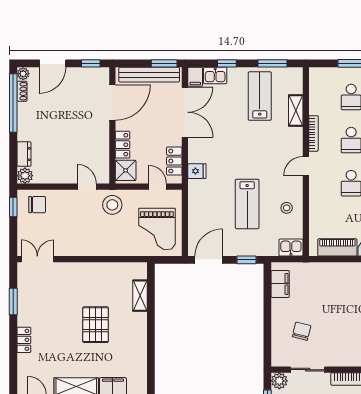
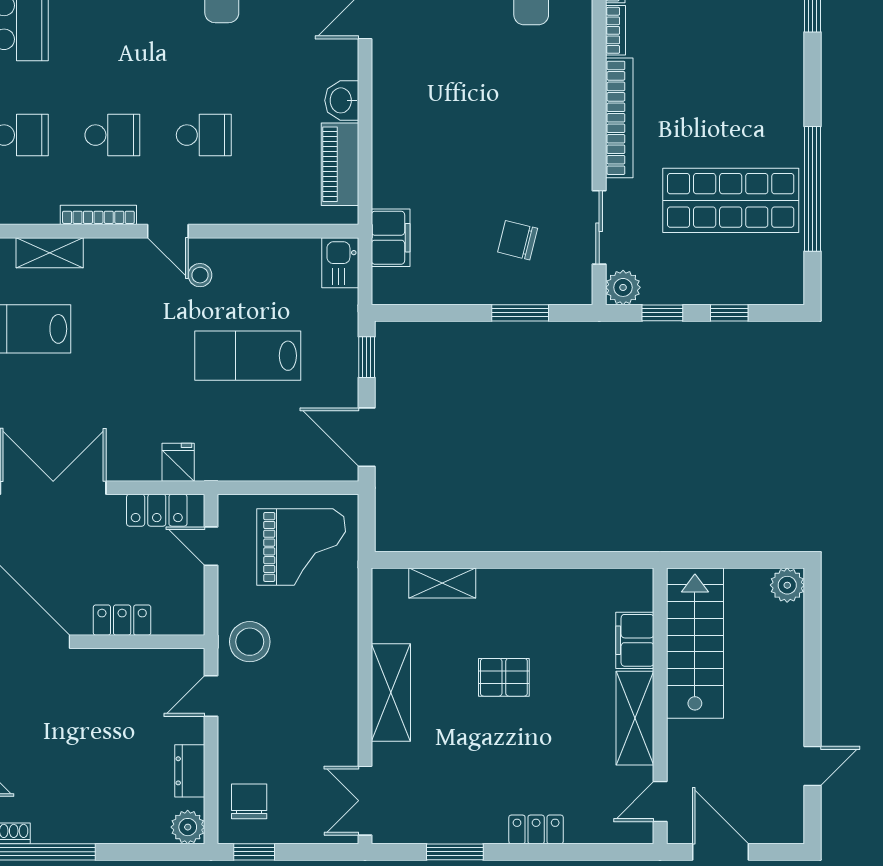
dresser: (24, 154) -> (190, 771), moved, turned -90
shower: (126, 170) -> (177, 614), removed
door: (157, 187) -> (211, 546), hinge flipped
lab bench: (247, 204) -> (248, 356), turned 180
stool: (287, 208) -> (200, 275), moved
shelving: (88, 271) -> (391, 692), added
filing cabinet: (280, 284) -> (391, 238), moved, turned 90
pallet: (96, 325) -> (504, 677), width x0.67, depth x0.71
window: (267, 332) -> (520, 313), added

